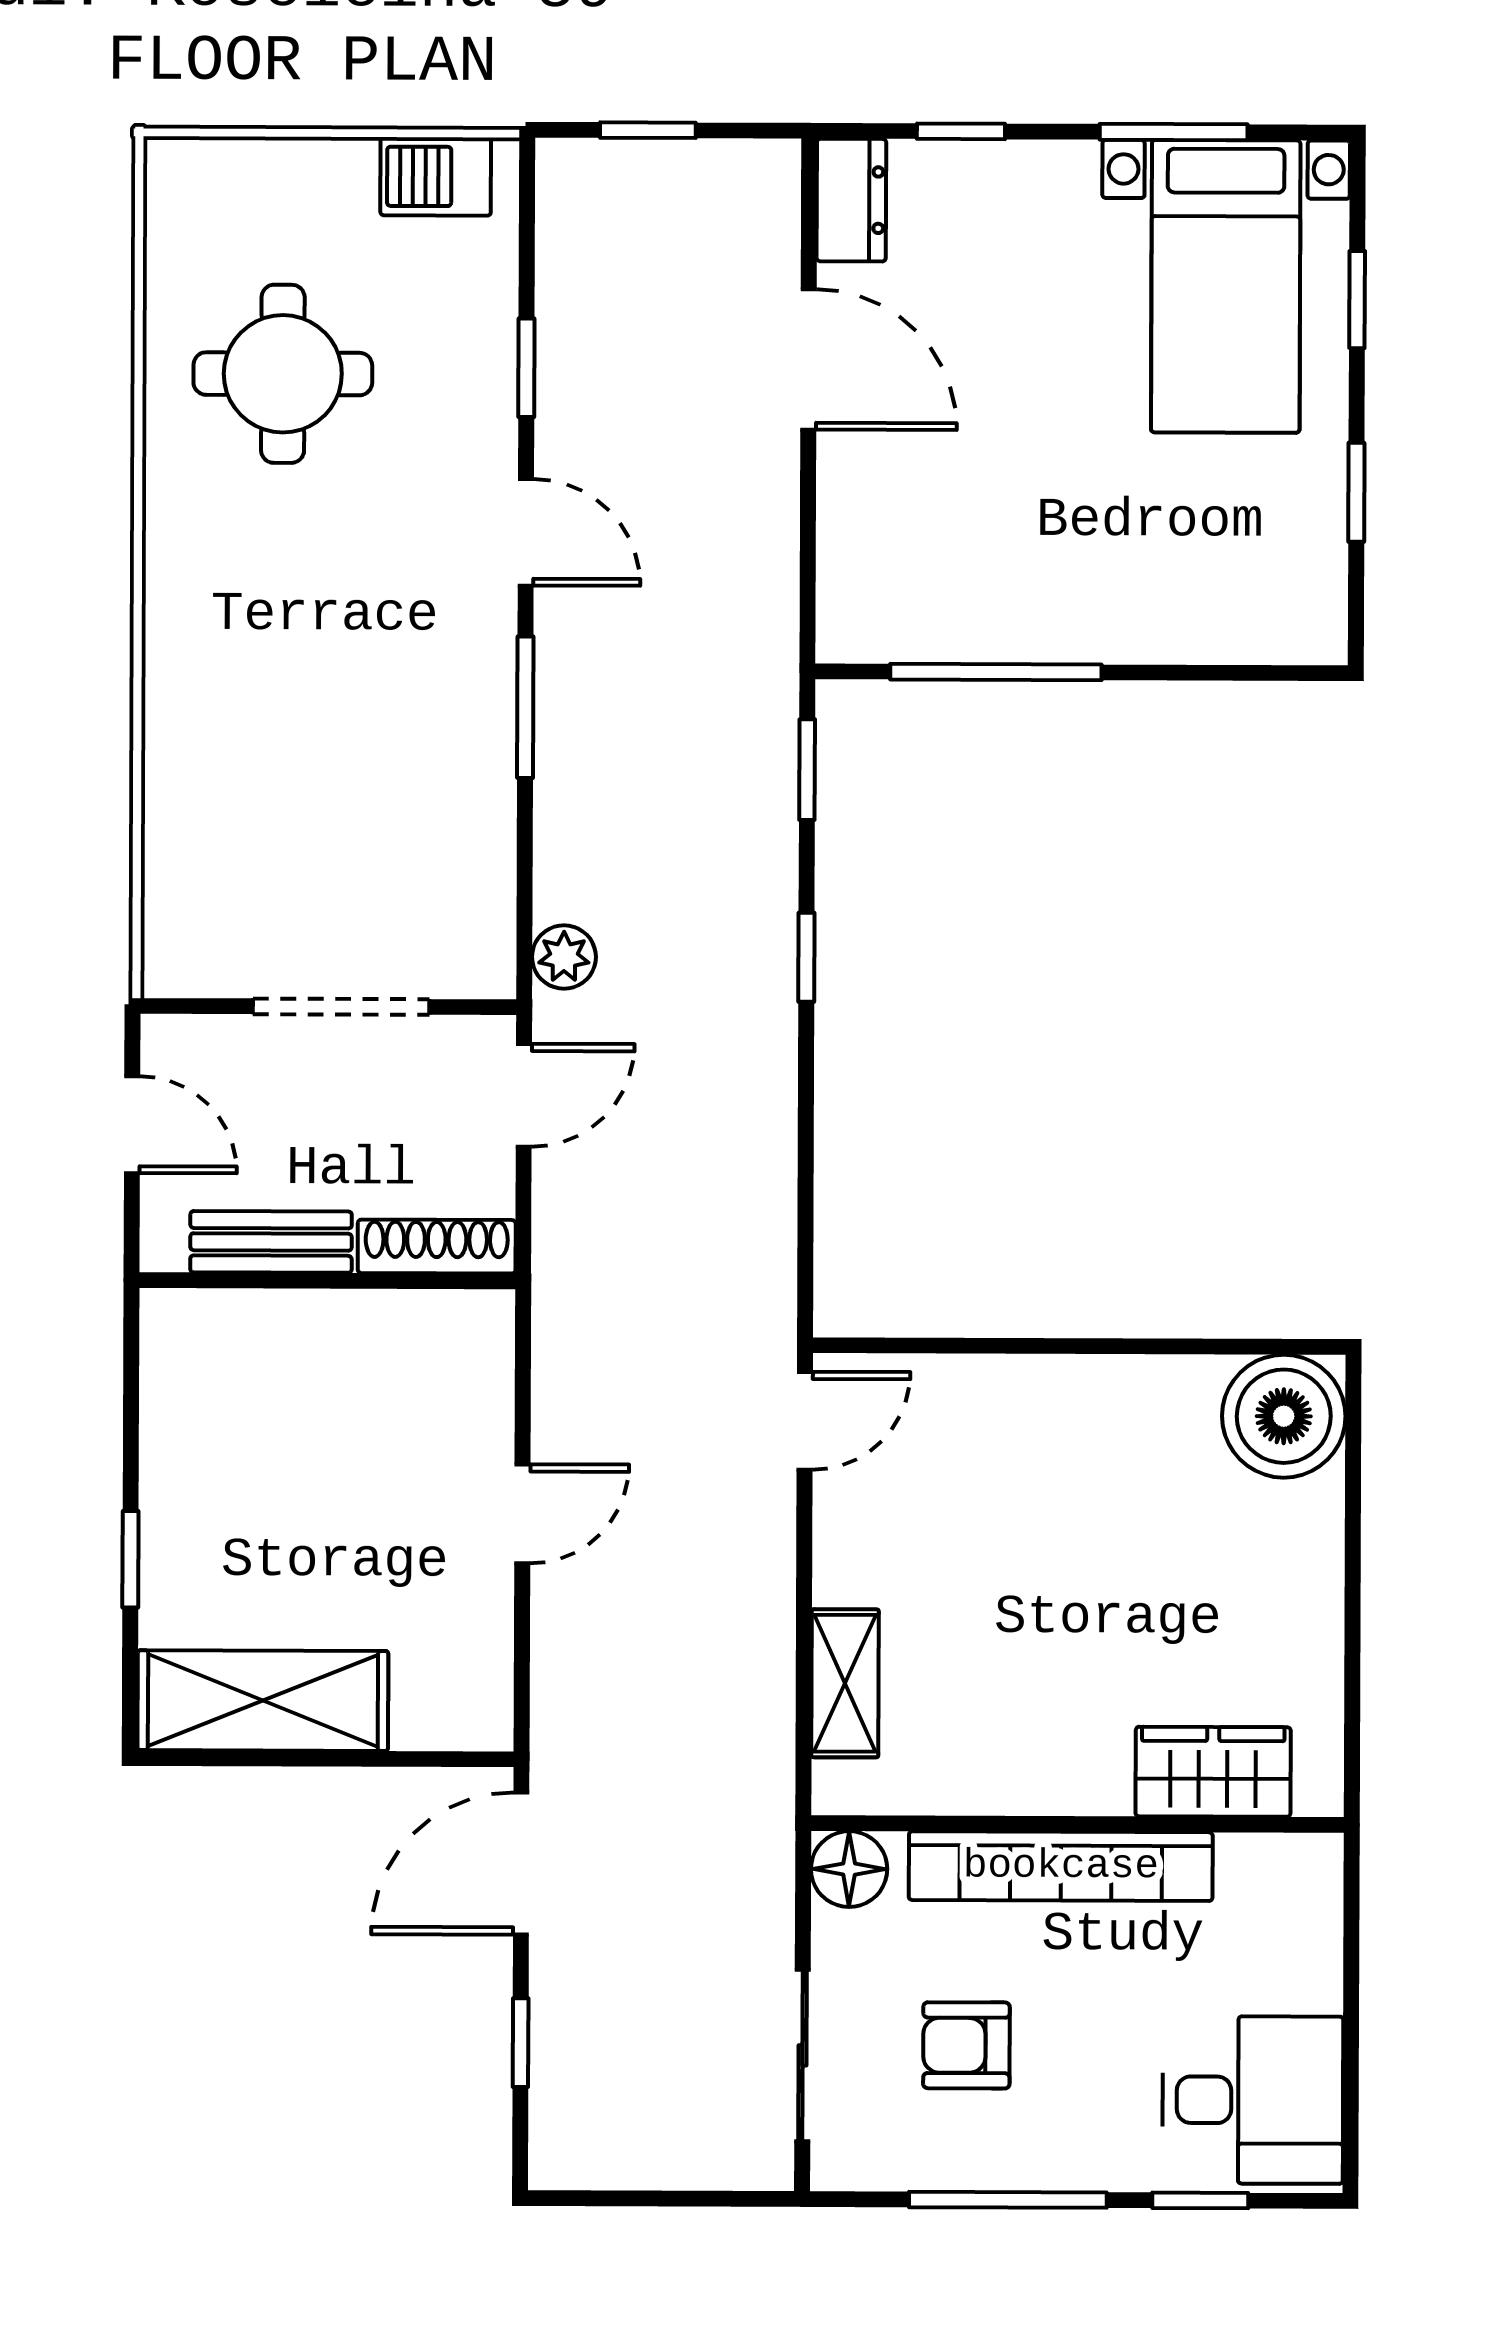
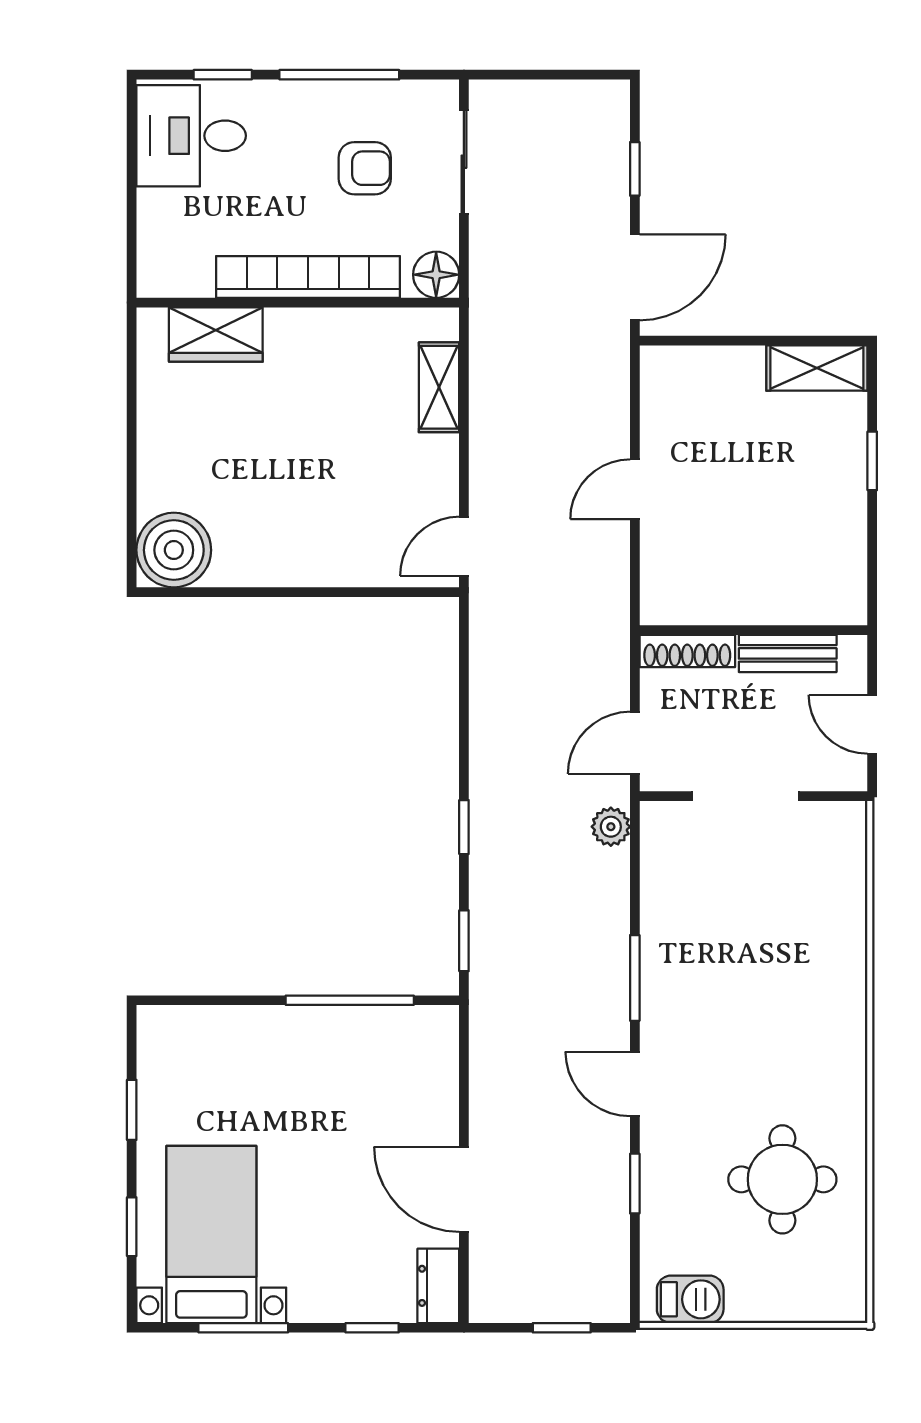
shelving: (263, 1701) -> (817, 368), width x0.67, depth x0.75

